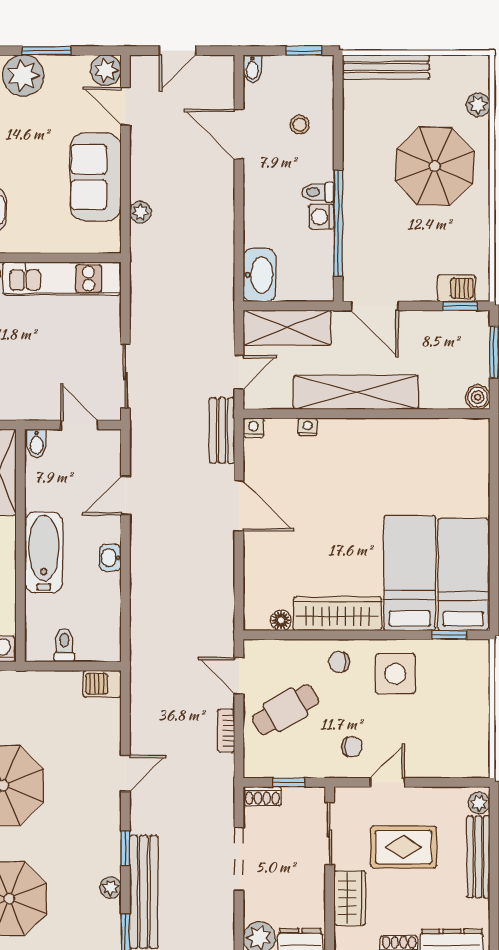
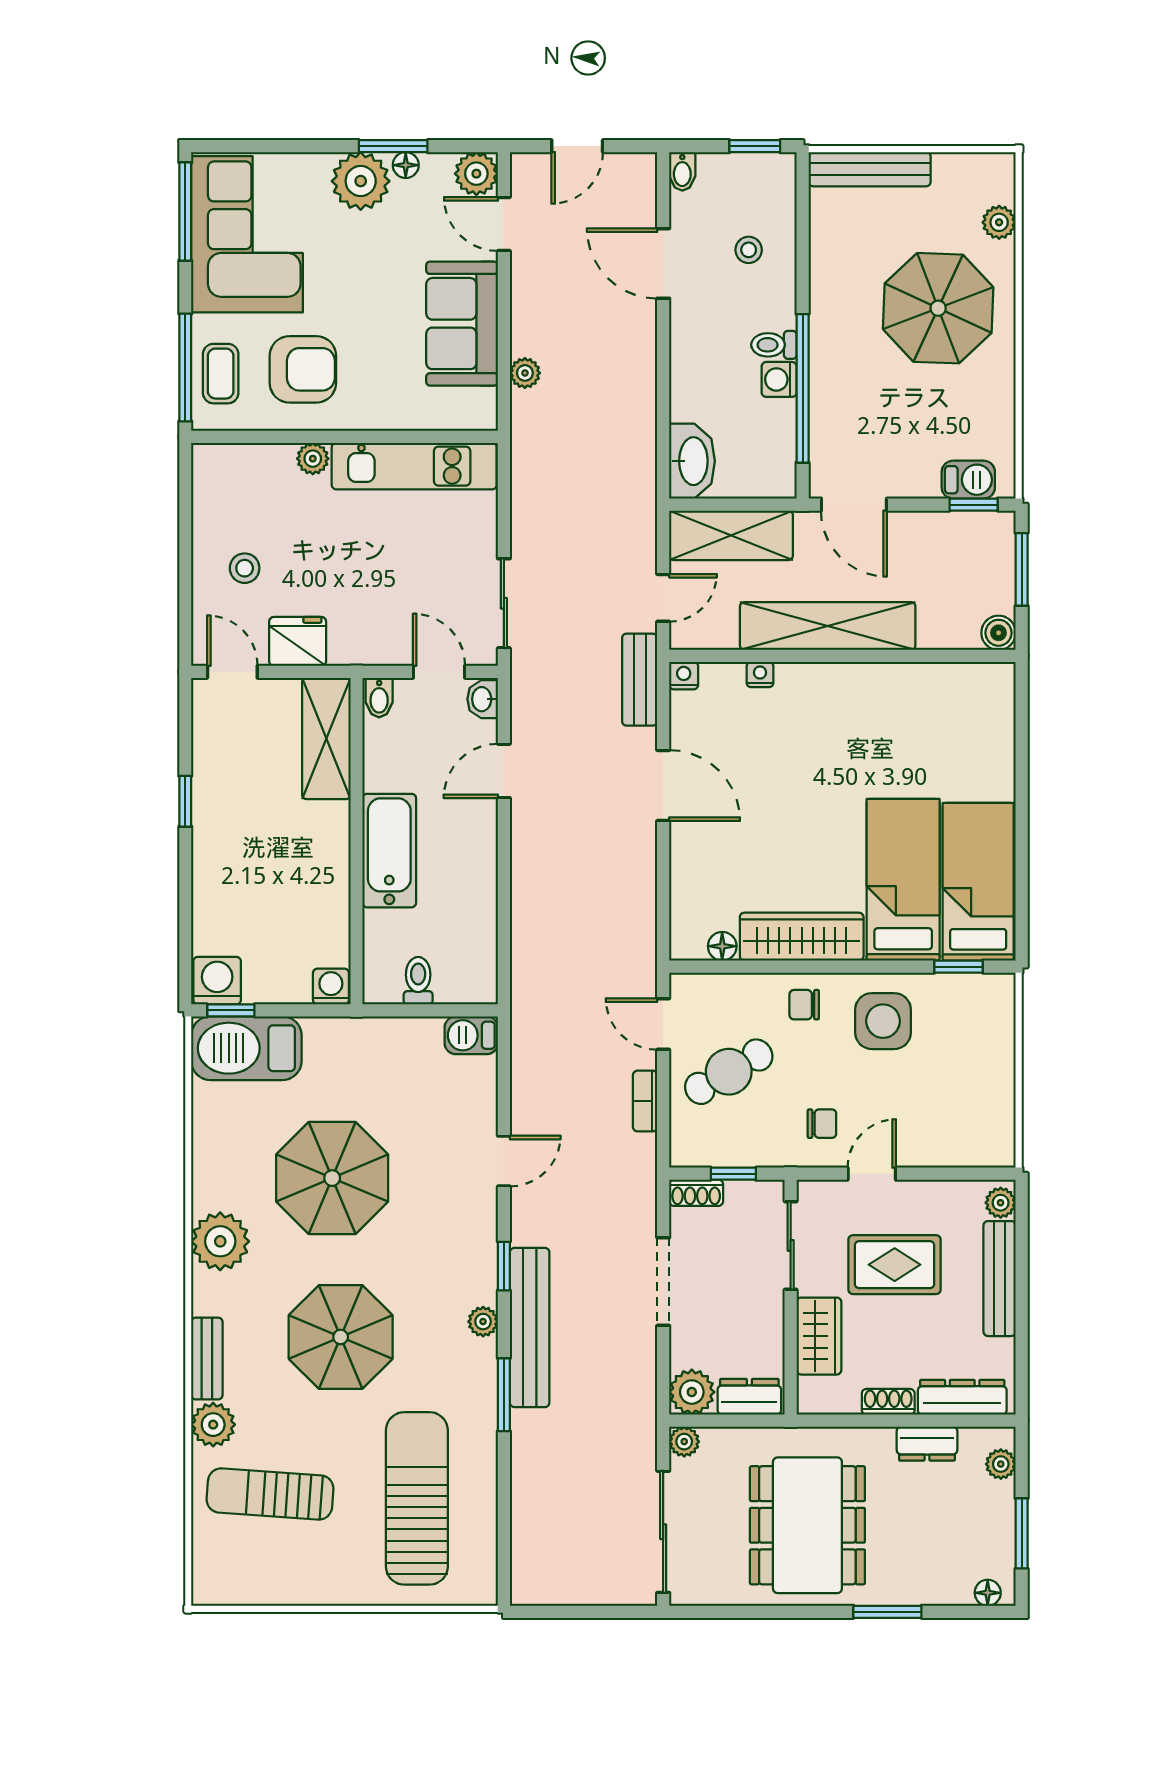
floor lamp: (56, 64) -> (406, 165), added
washbasin: (110, 558) -> (483, 699), moved

